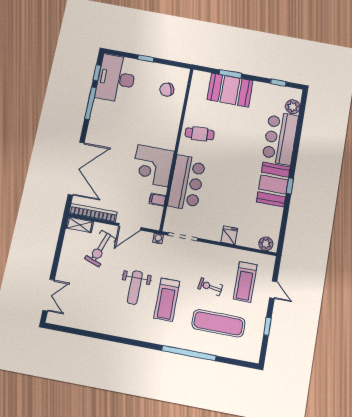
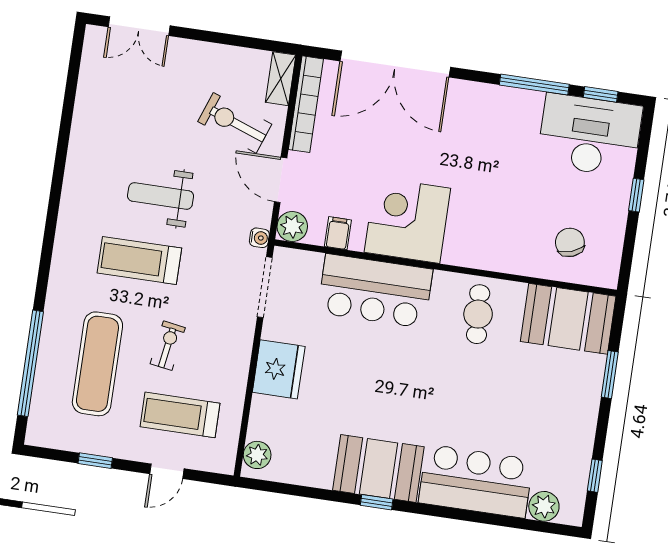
booth: (230, 90) -> (568, 319), moved, turned 90
plant: (153, 222) -> (292, 226), added
fridge: (229, 235) -> (279, 369), width x1.88, depth x1.34
window: (189, 353) -> (30, 363), moved

